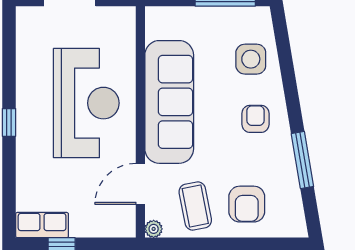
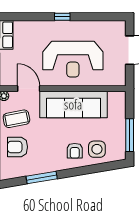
armchair: (255, 119) -> (75, 151), moved, turned 90

